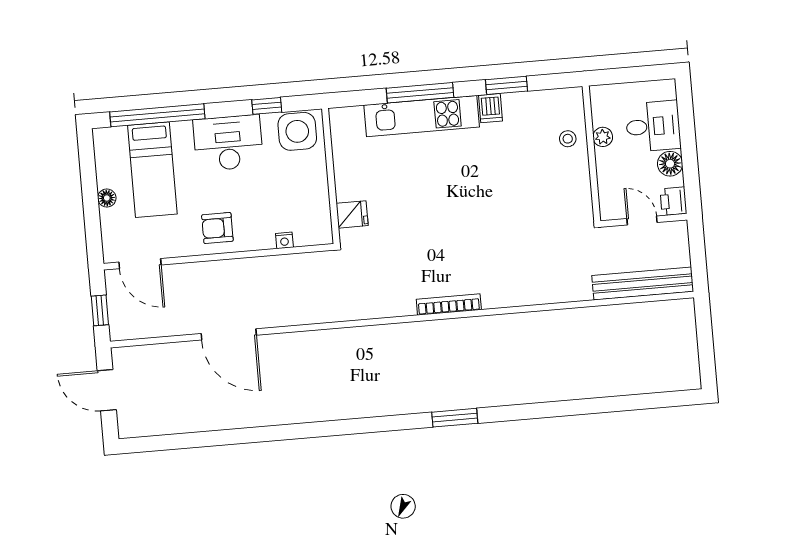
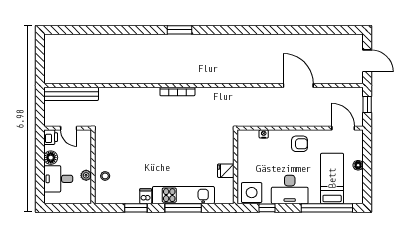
fridge: (352, 214) -> (226, 171), moved

